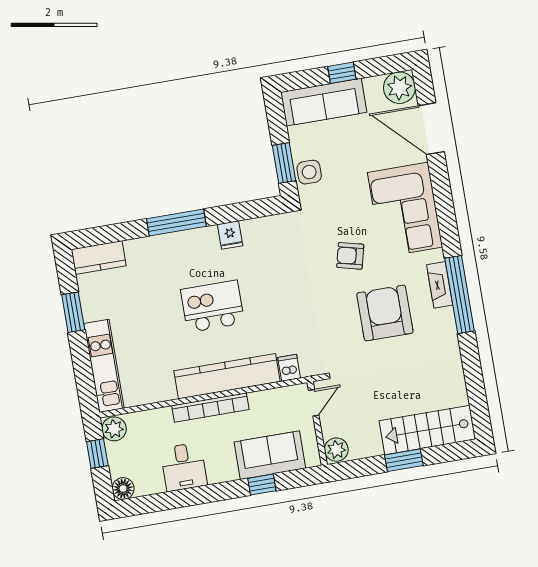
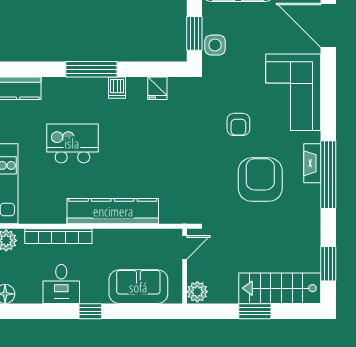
fridge: (230, 235) -> (157, 88), moved
armchair: (350, 256) -> (238, 124), turned -104
kitchen island: (212, 306) -> (72, 143), moved
dishwasher: (289, 368) -> (117, 88), moved, turned 180
window: (477, 394) -> (328, 264), added
bookcase: (210, 408) -> (58, 236), moved
window: (262, 485) -> (90, 311), moved

